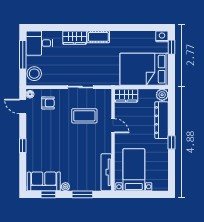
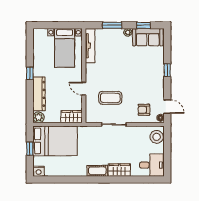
window: (171, 47) -> (30, 149), moved
window: (23, 55) -> (167, 154), removed

